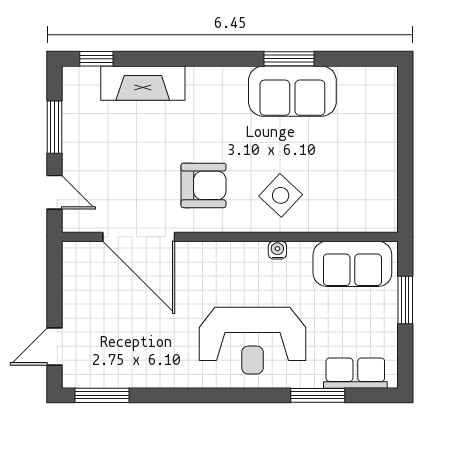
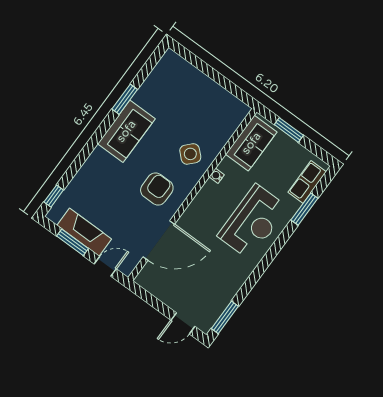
fireplace: (143, 83) -> (84, 232), moved, turned -90
sofa: (292, 91) -> (126, 131), moved
door: (54, 347) -> (183, 323), hinge flipped

